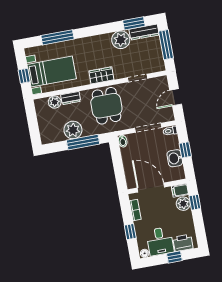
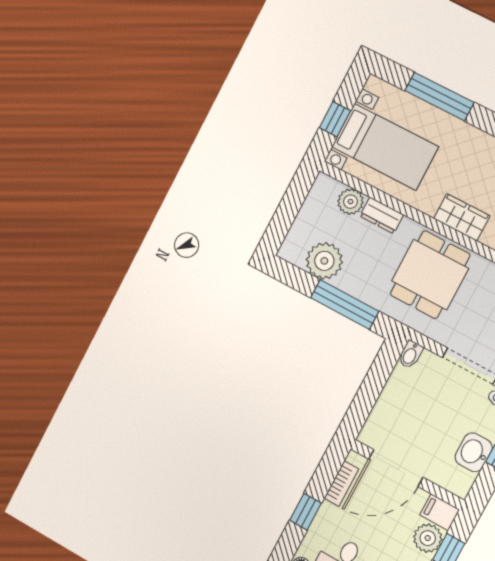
plant: (73, 130) -> (324, 261), moved
door: (151, 187) -> (396, 468), swing flipped

